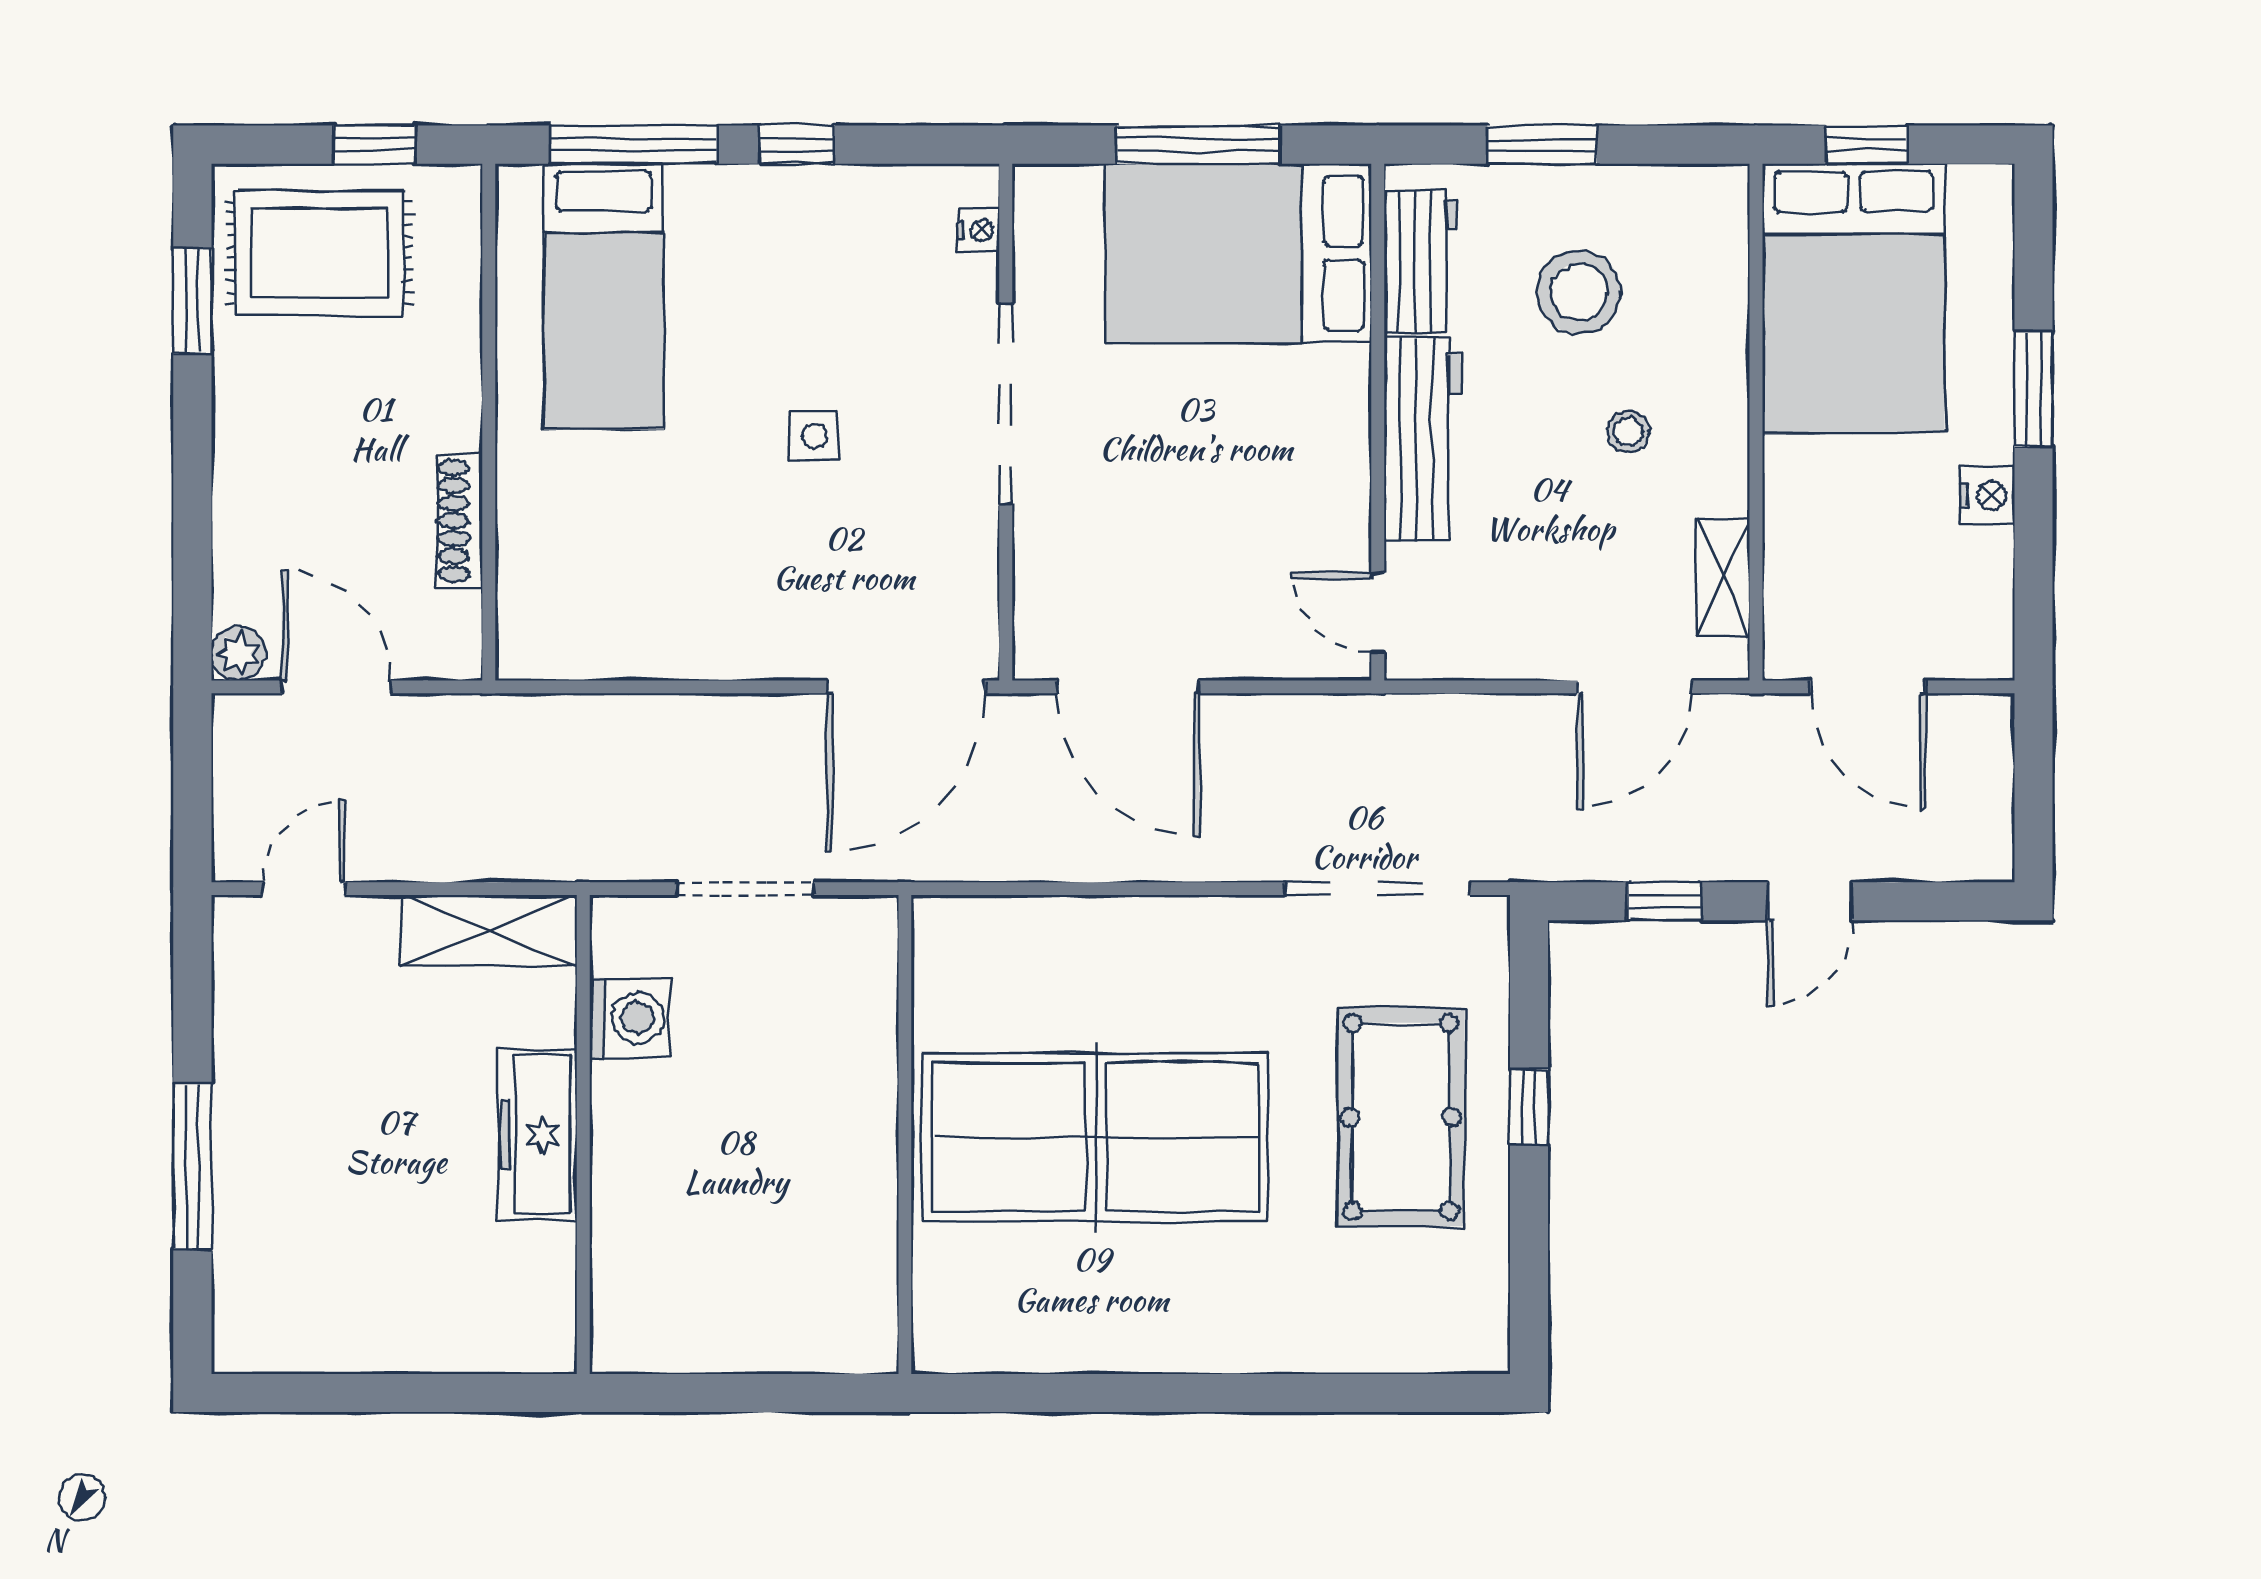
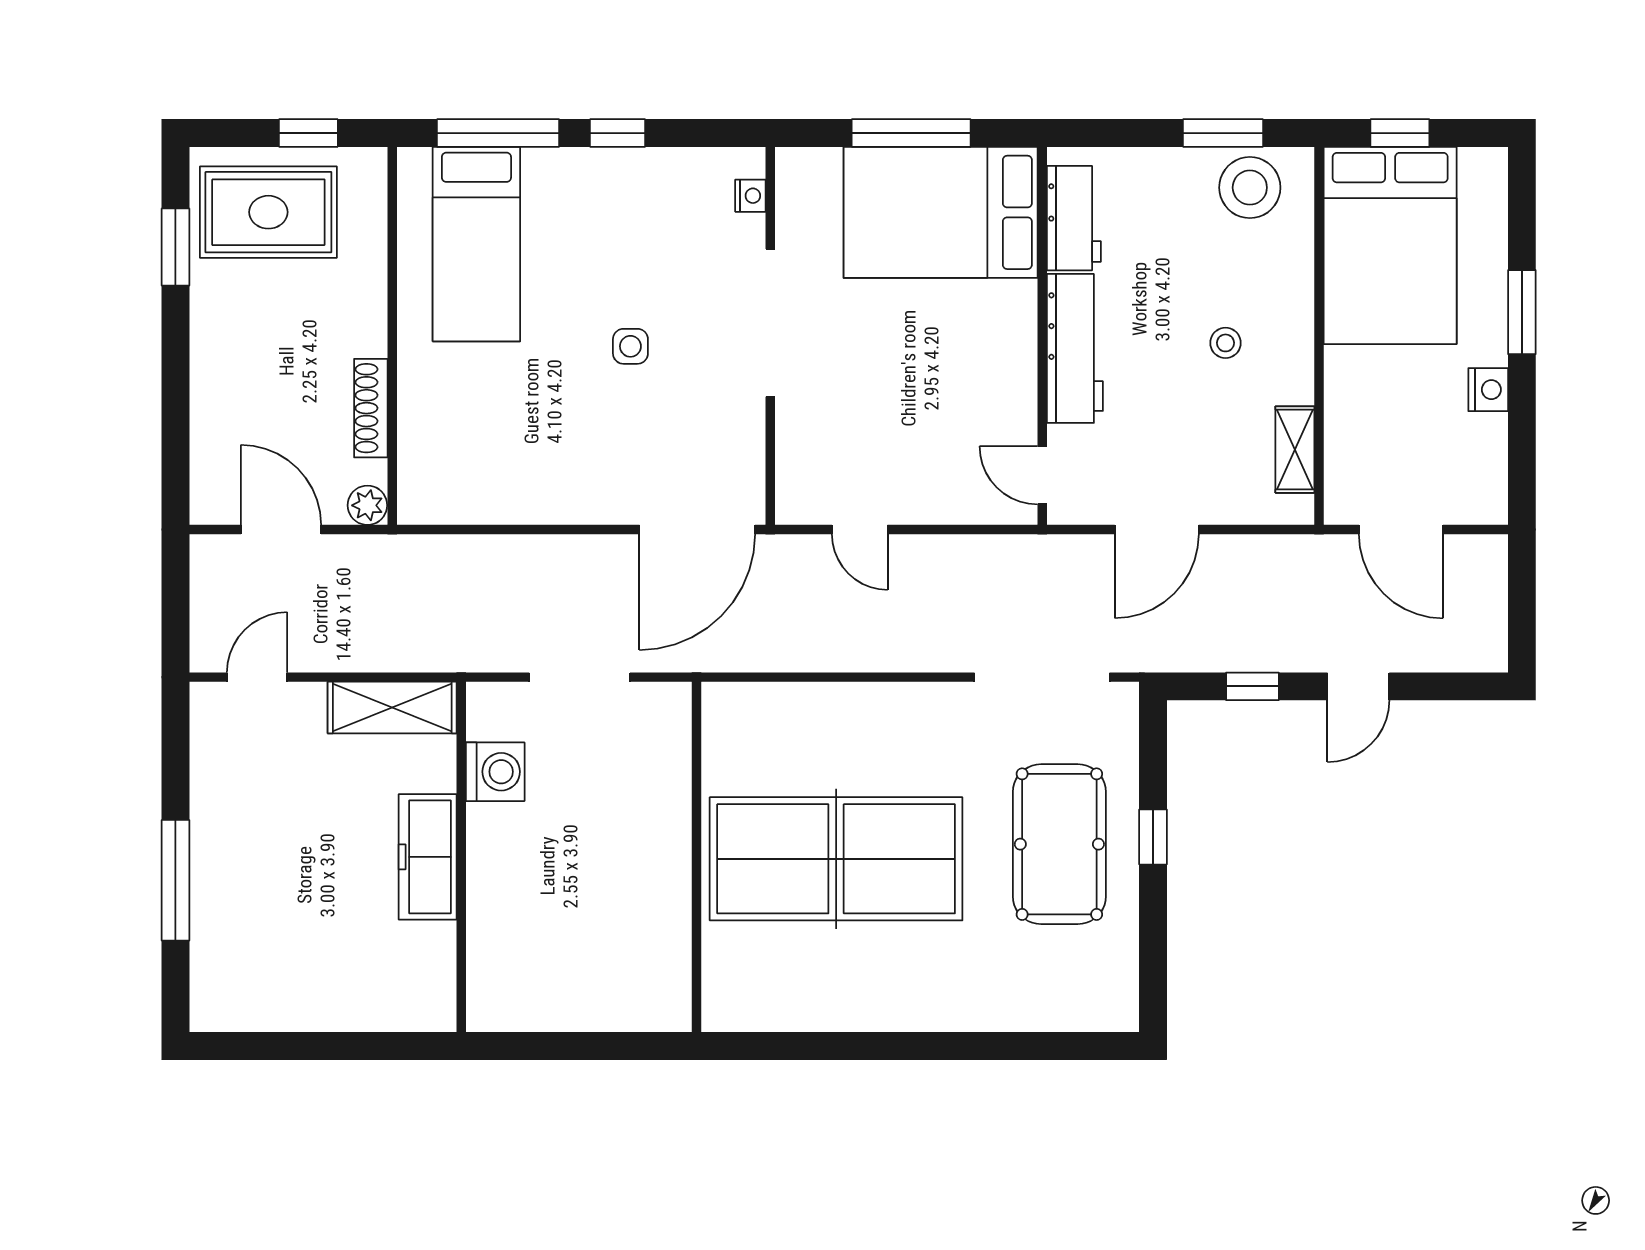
window: (1542, 145) -> (1223, 133), moved
stool: (1579, 292) -> (1250, 188), moved
plant: (238, 654) -> (367, 505), moved
door: (1128, 687) -> (860, 530), width x0.53
door: (1635, 687) -> (1157, 530), moved

